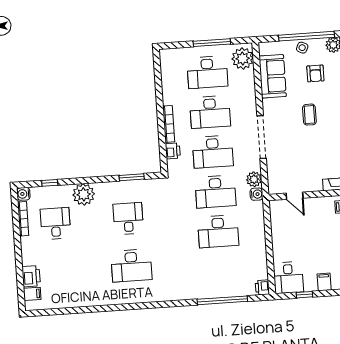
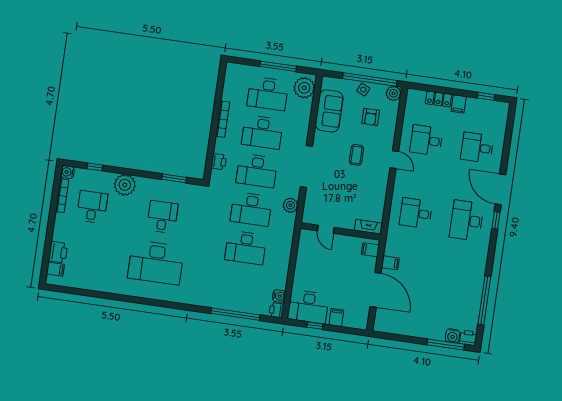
bookcase: (169, 124) -> (223, 119), moved
water cooler: (257, 194) -> (279, 296), moved
desk: (131, 266) -> (156, 262), width x1.36, depth x1.30
desk: (288, 278) -> (308, 307), width x1.37

